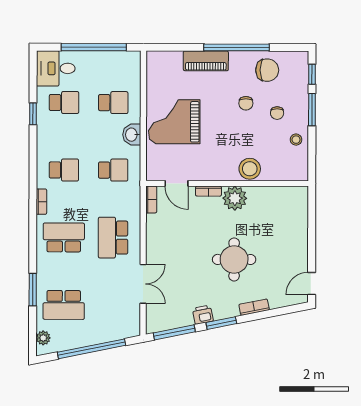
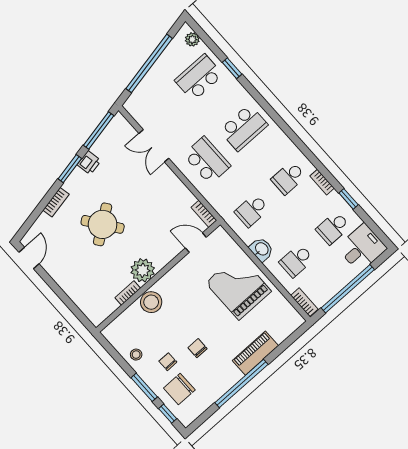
bookcase: (135, 66) -> (304, 302), added
chair: (267, 70) -> (179, 389), moved
grand piano: (174, 122) -> (238, 287), turned -90
bookcase: (208, 191) -> (128, 293), moved
bookcase: (41, 202) -> (322, 182), moved
round table: (234, 259) -> (103, 224), turned -36
window: (33, 290) -> (232, 68), width x0.67

